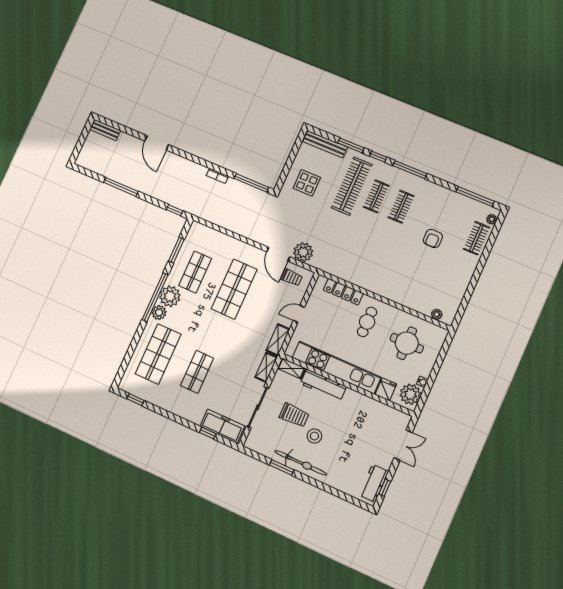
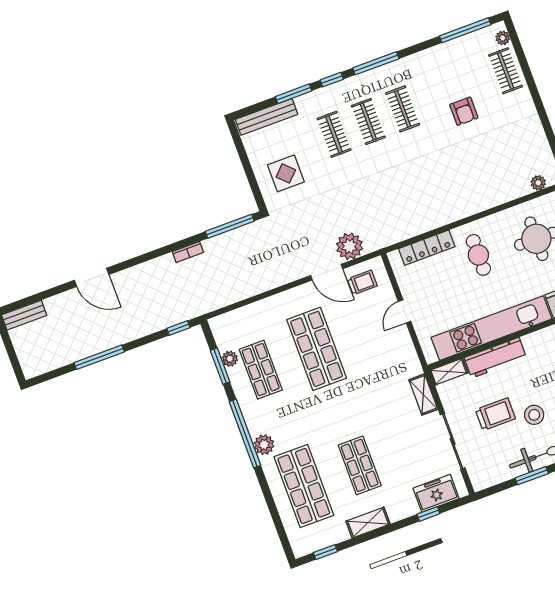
clothes rail: (352, 186) -> (334, 134), width x0.54, depth x0.76
plant: (170, 296) -> (230, 359), moved, width x0.53, depth x0.53
shelving: (278, 340) -> (368, 523), moved, turned 90
freezer: (222, 426) -> (436, 493), width x0.71

